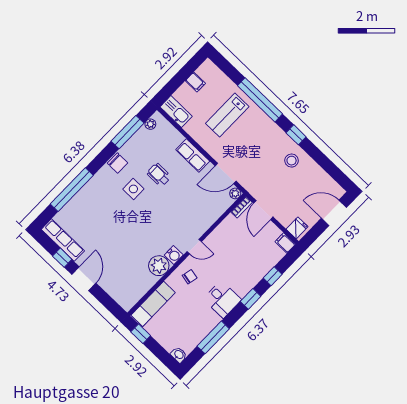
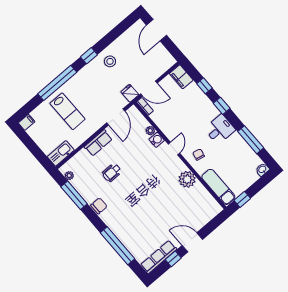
filing cabinet: (195, 82) -> (27, 122), moved
side table: (133, 189) -> (122, 195), removed
plant: (235, 193) -> (150, 131), moved
fridge: (297, 228) -> (130, 93), moved
filing cabinet: (285, 243) -> (181, 77), width x2.00
water cooler: (174, 255) -> (157, 140), moved

